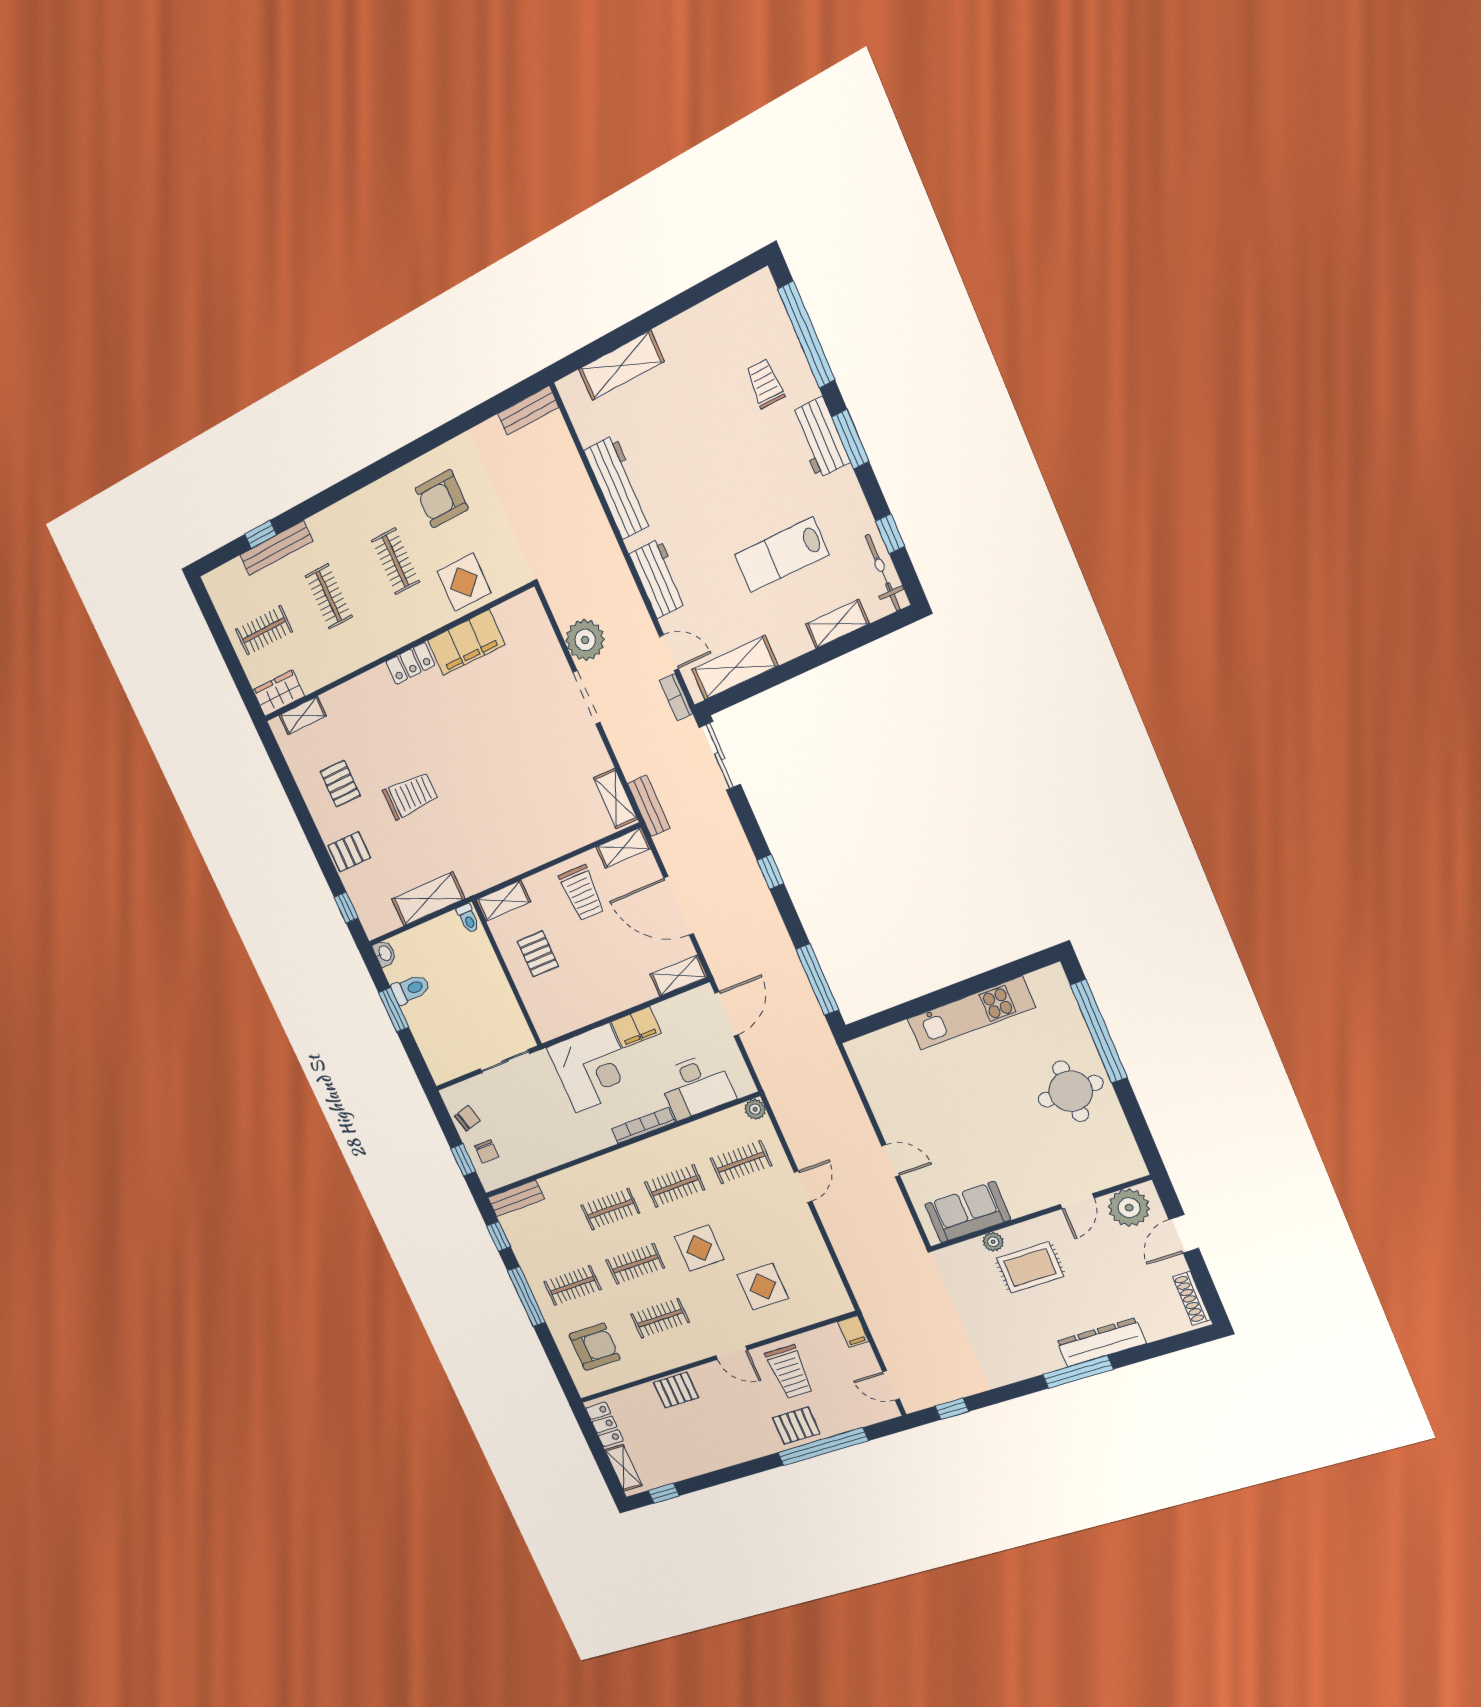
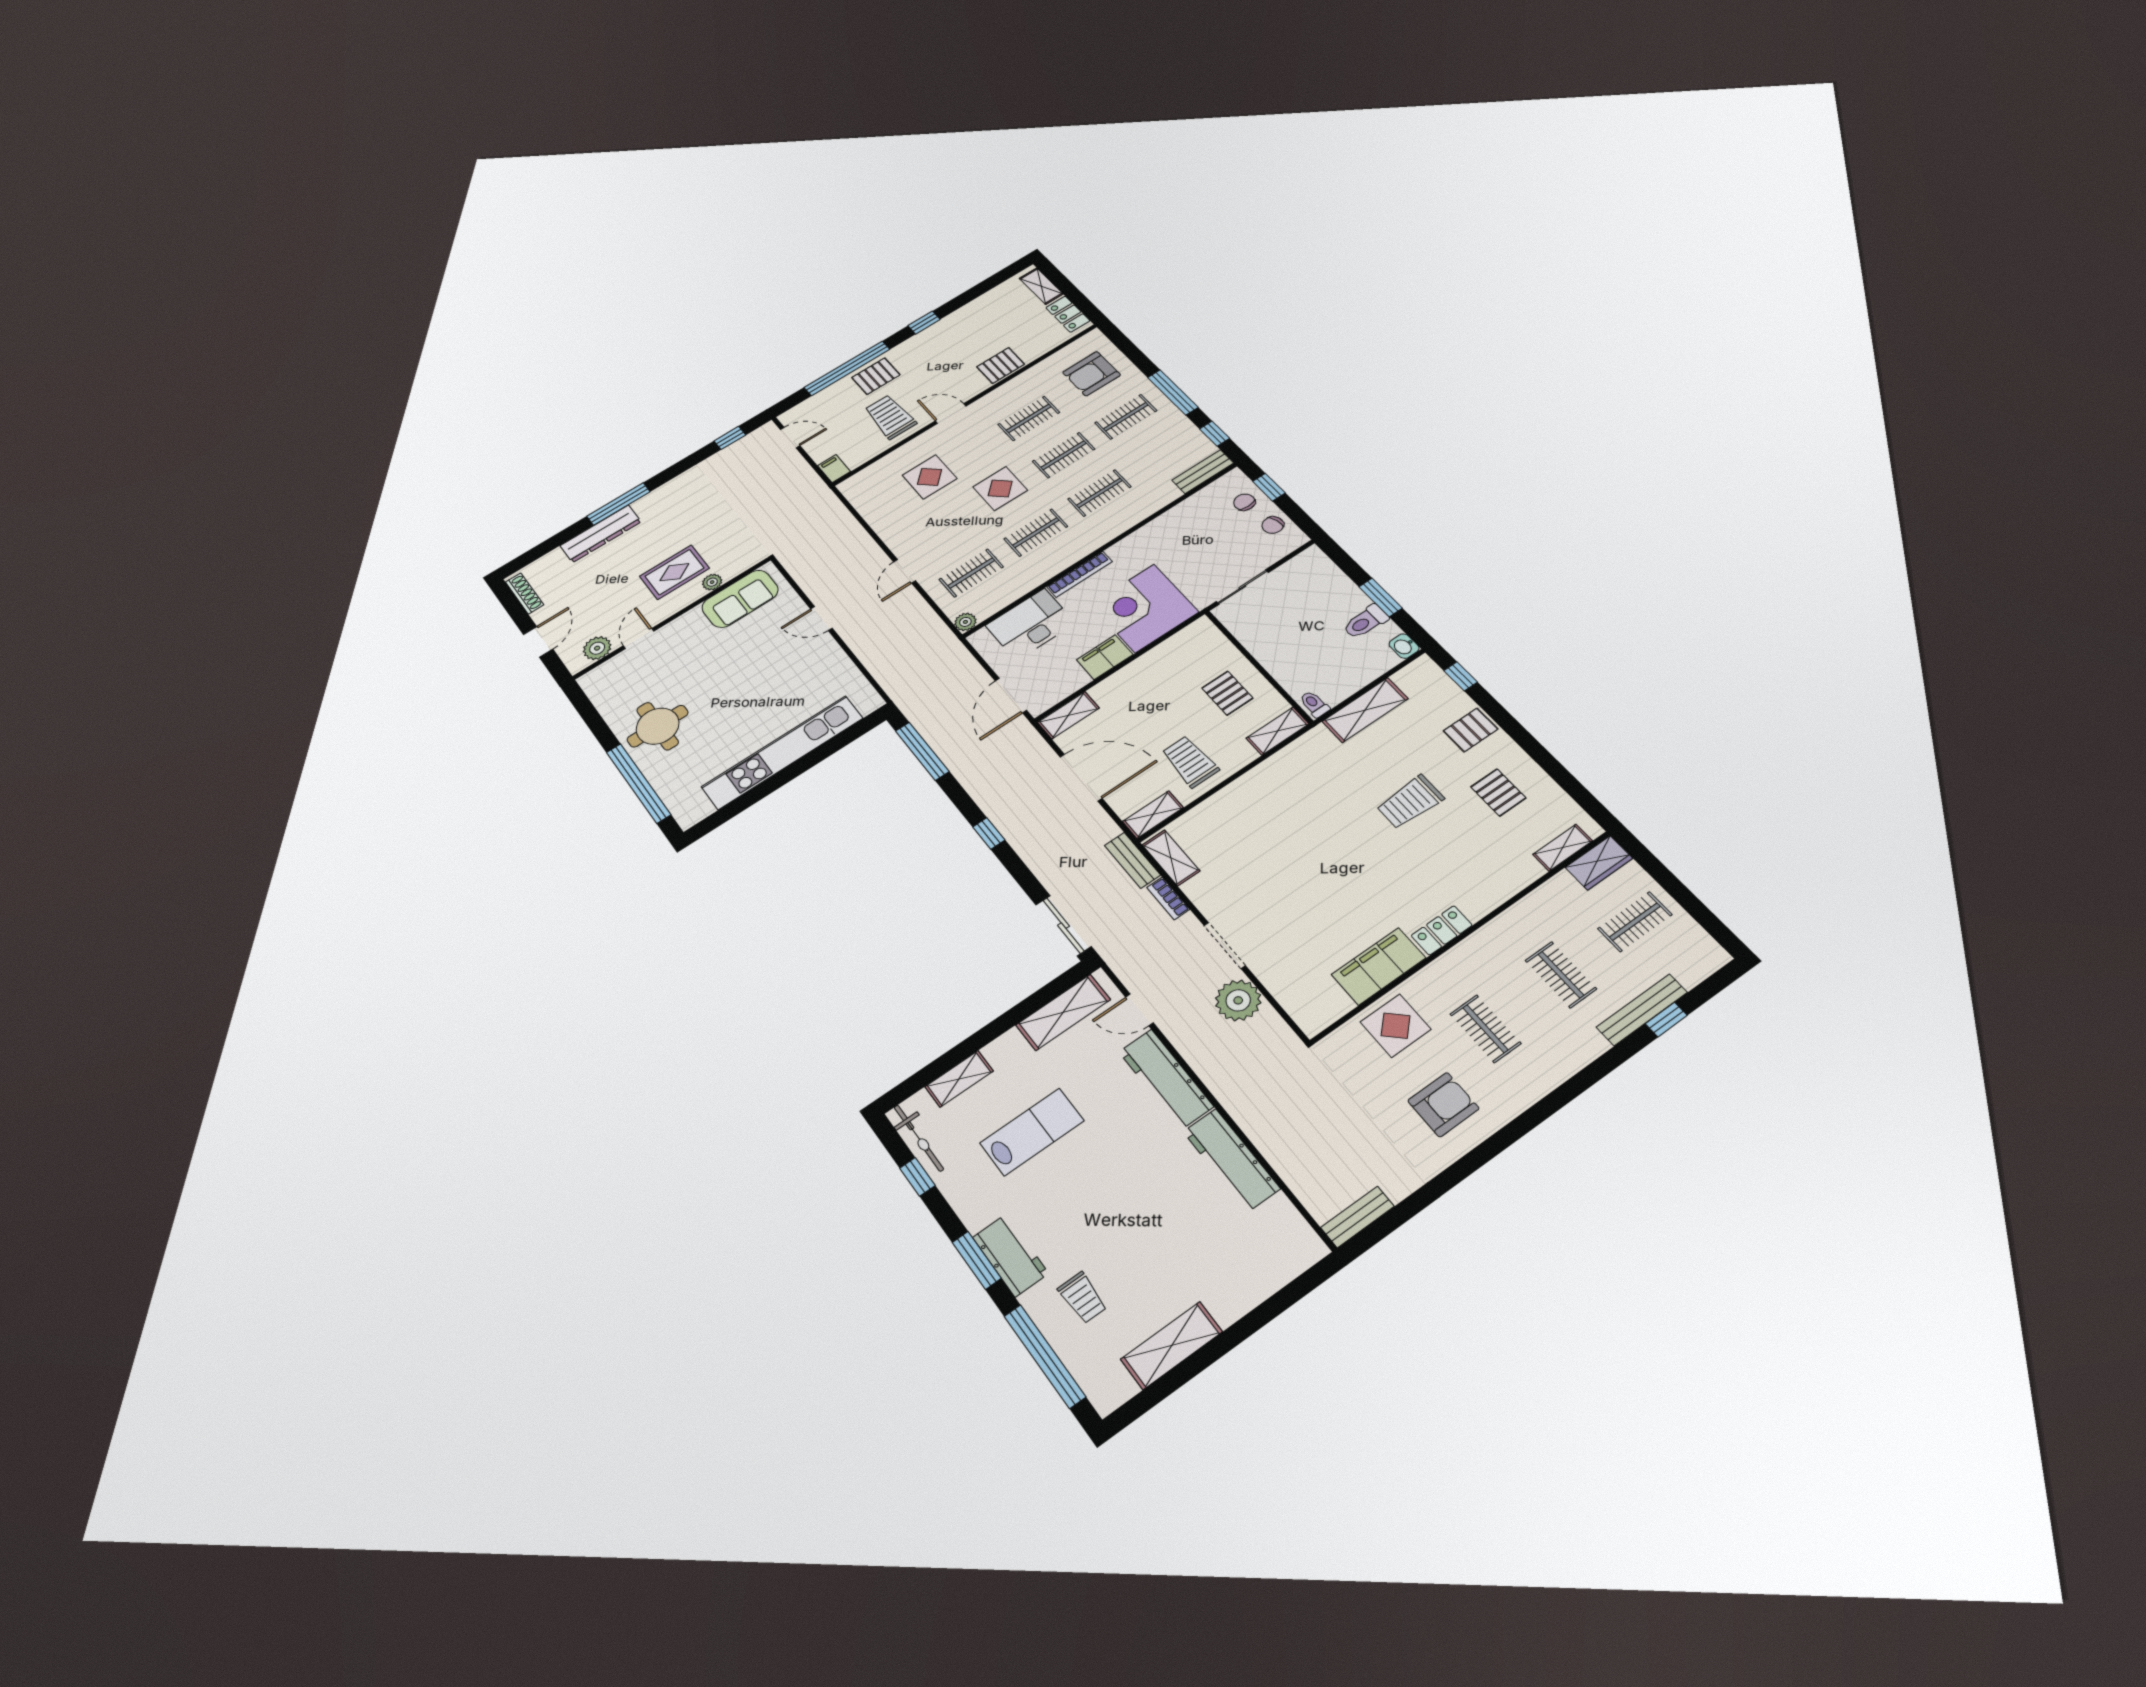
shelving: (621, 365) -> (1172, 1345), moved
workbench: (659, 579) -> (1166, 1079), width x1.38
bookcase: (676, 697) -> (1168, 898), moved, turned 180
kitchen unit: (971, 1013) -> (782, 752), width x1.36
plant: (1129, 1208) -> (597, 648), width x0.73, depth x0.73
window: (664, 1493) -> (924, 323), moved

